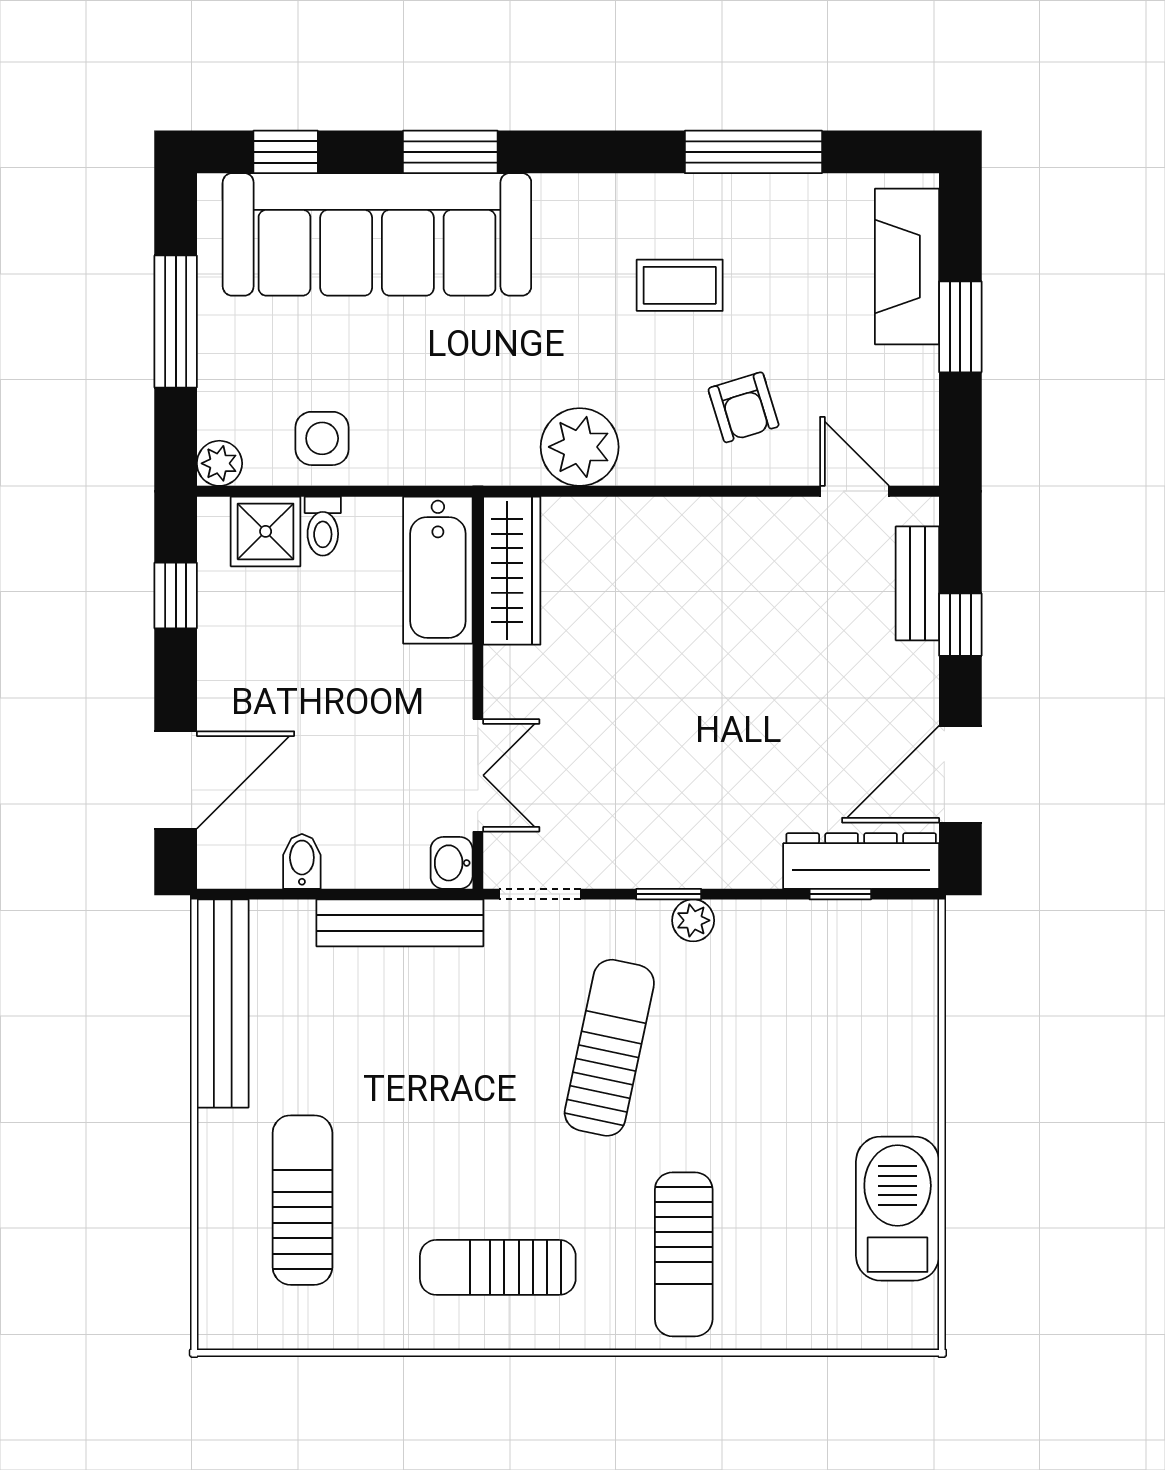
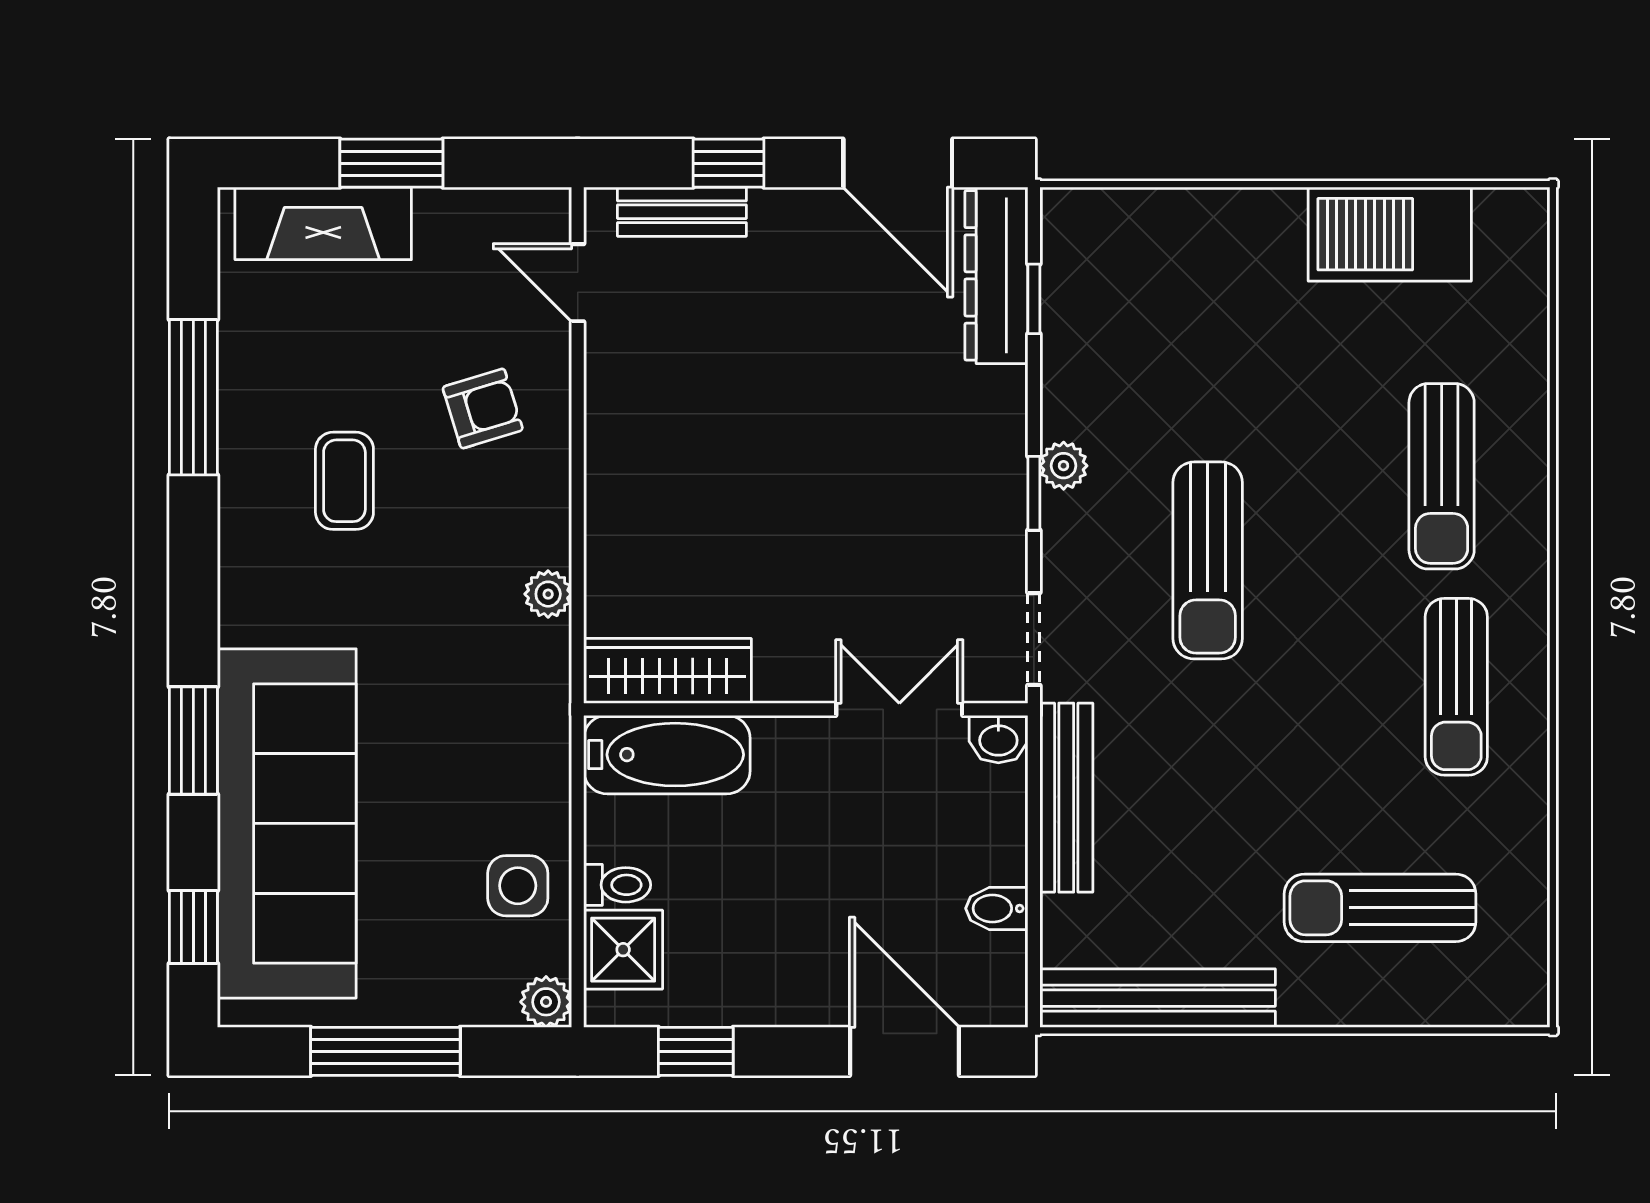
plant: (580, 447) -> (548, 594), width x0.53, depth x0.53
door: (855, 491) -> (578, 283), hinge flipped
sun lounger: (609, 1048) -> (1208, 560), turned -102
sun lounger: (684, 1254) -> (1442, 476), turned 90

